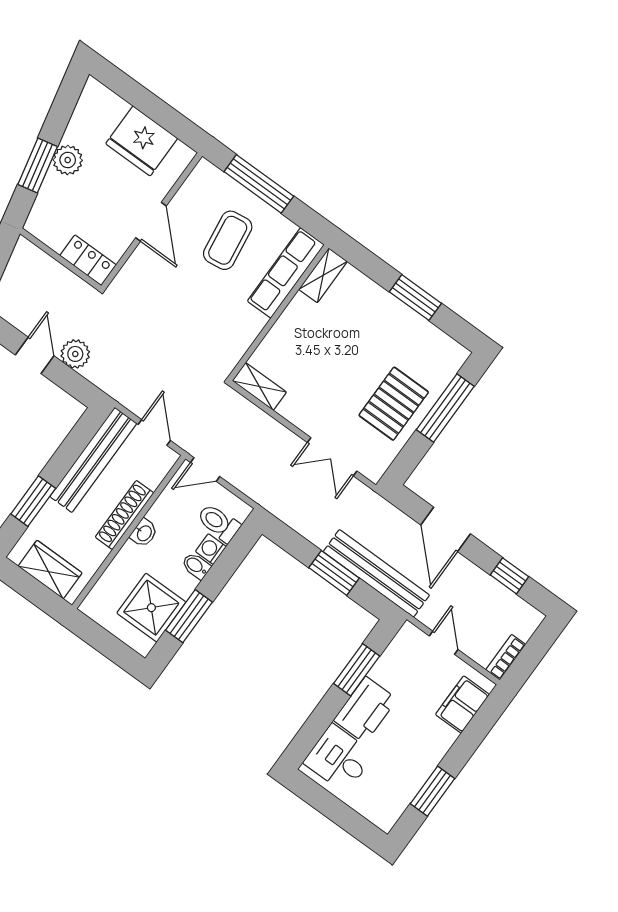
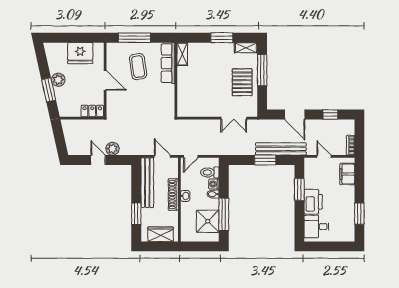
shelving: (259, 387) -> (246, 48), moved
window: (189, 616) -> (224, 214), width x1.44

